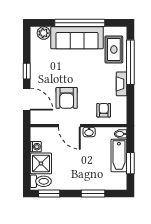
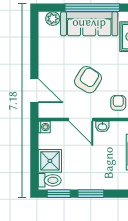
window: (27, 71) -> (34, 60), removed
armchair: (67, 98) -> (88, 80), moved, turned -148
washing machine: (36, 147) -> (44, 127), moved
window: (93, 194) -> (91, 194), moved

